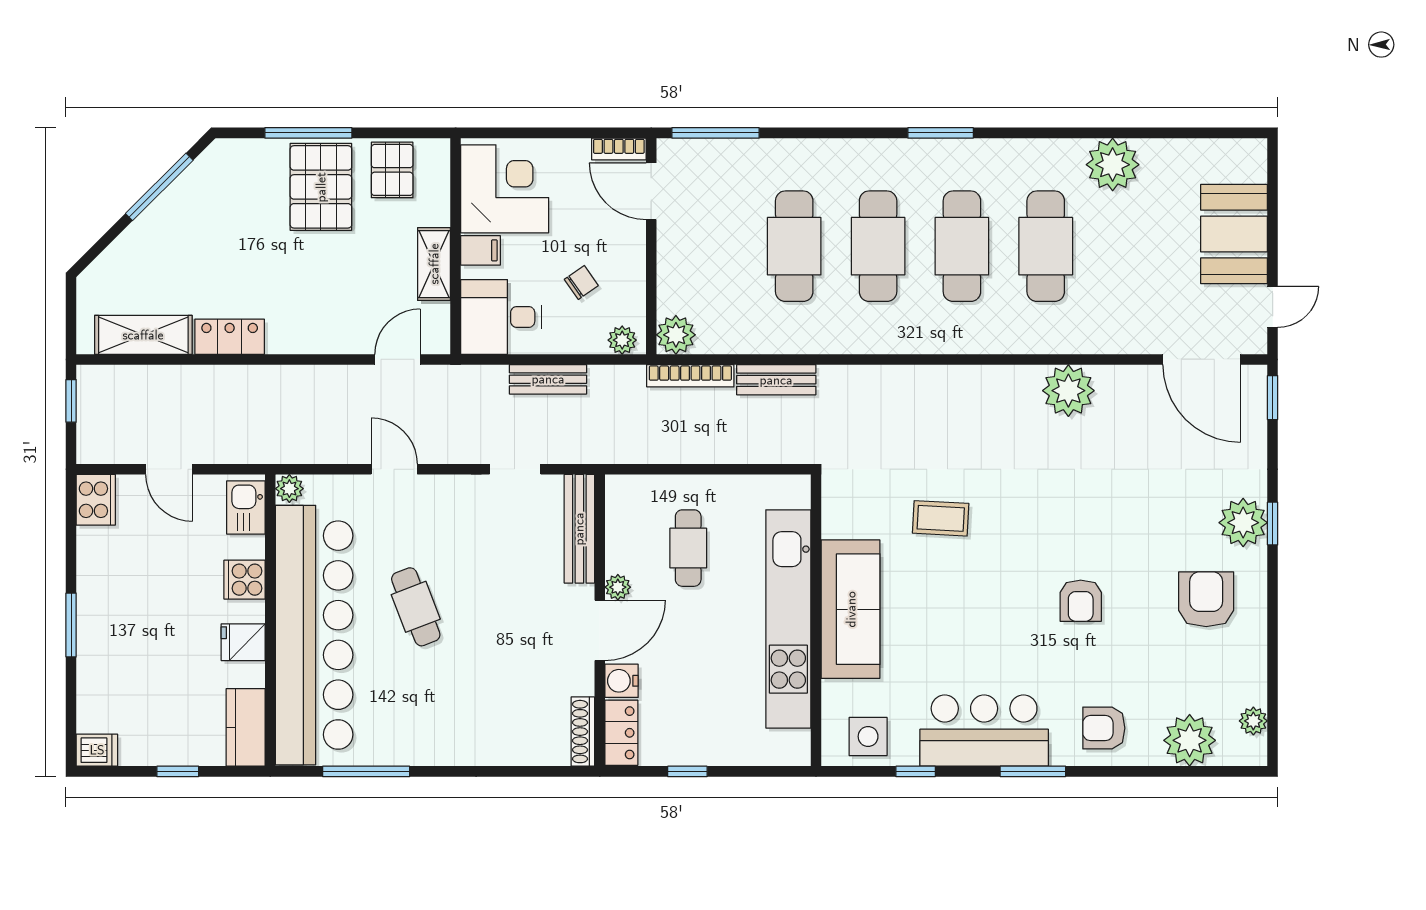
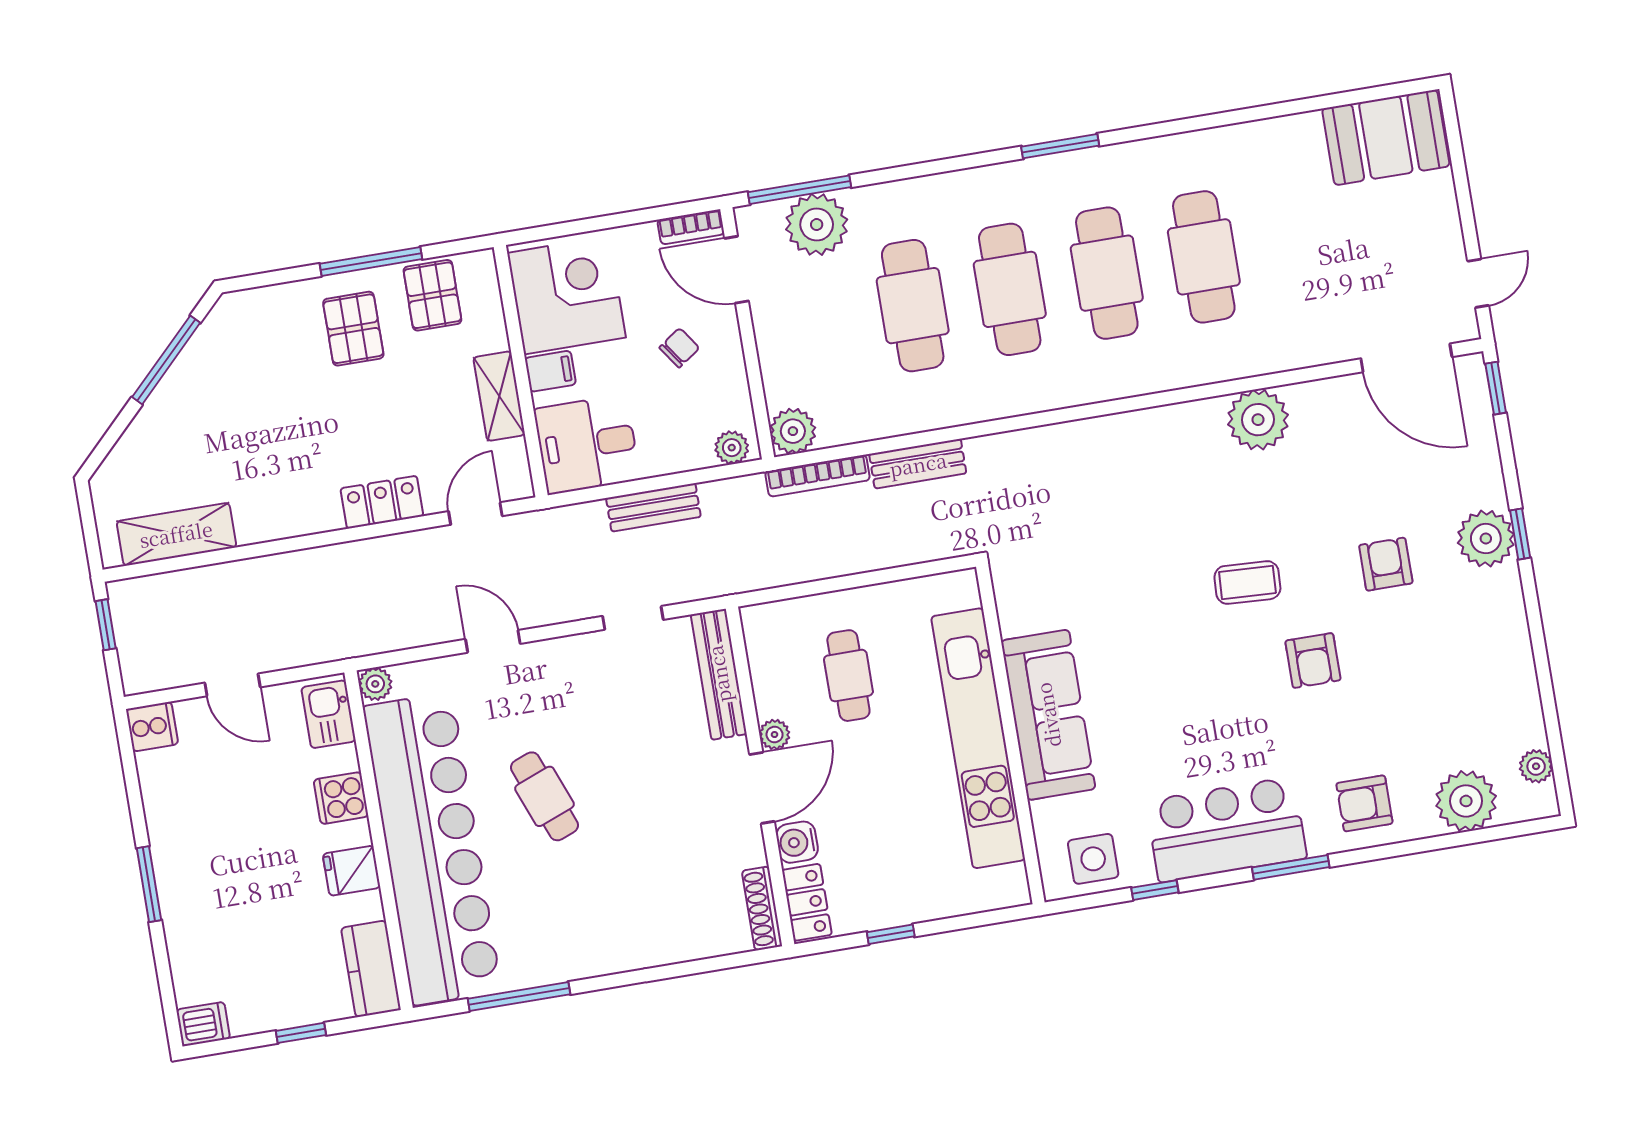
window: (308, 133) -> (371, 261), moved
plant: (1113, 165) -> (817, 225), moved
pallet: (321, 187) -> (353, 329), width x0.67, depth x0.71
booth: (1234, 234) -> (1386, 137), moved, turned 90
chair: (581, 282) -> (679, 348), moved
locker: (230, 337) -> (382, 502), moved
cooker: (96, 500) -> (152, 727), width x0.73
coffee table: (941, 518) -> (1247, 583), moved
armchair: (1206, 599) -> (1386, 564), moved, width x0.72, depth x0.72

